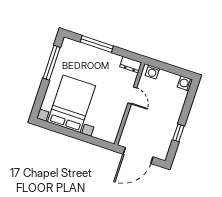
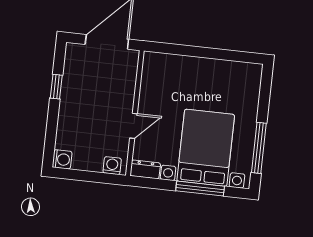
door: (132, 95) -> (134, 126), swing flipped
bed with nightstands: (72, 104) -> (206, 148), moved, turned 180

